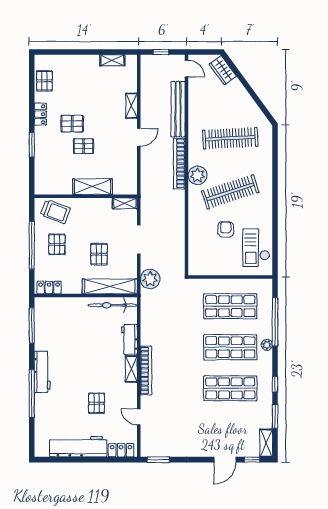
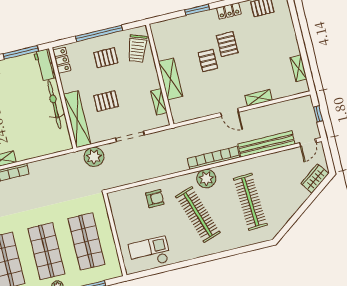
shelving: (125, 203) -> (159, 102), moved
armchair: (226, 229) -> (155, 199), moved
bicycle: (113, 305) -> (54, 105), moved
workbench: (129, 340) -> (45, 65), moved, turned -90

